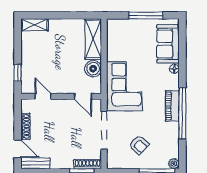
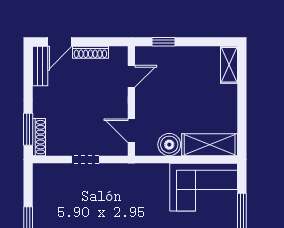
corner sofa: (124, 86) -> (204, 187), moved
door: (83, 96) -> (131, 131), hinge flipped
doorway: (104, 130) -> (85, 159), width x0.53
armchair: (139, 145) -> (65, 207), removed

